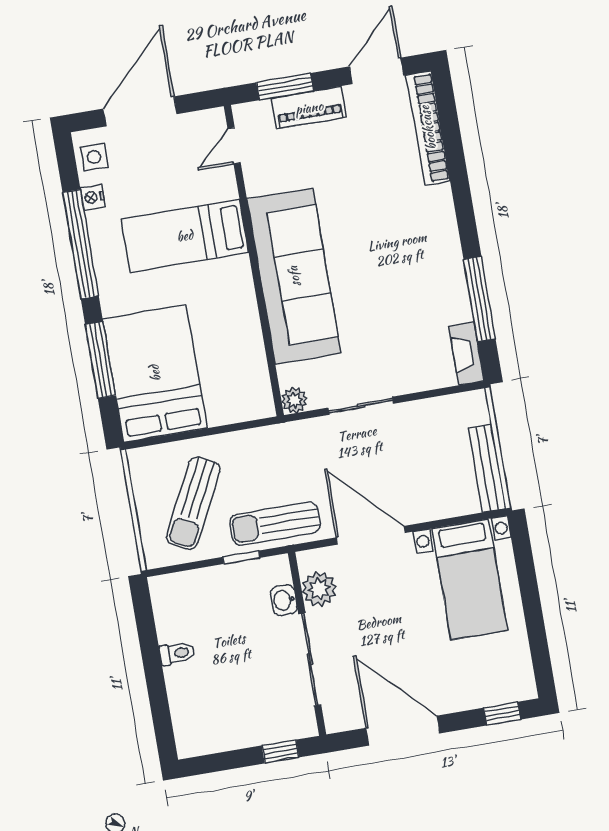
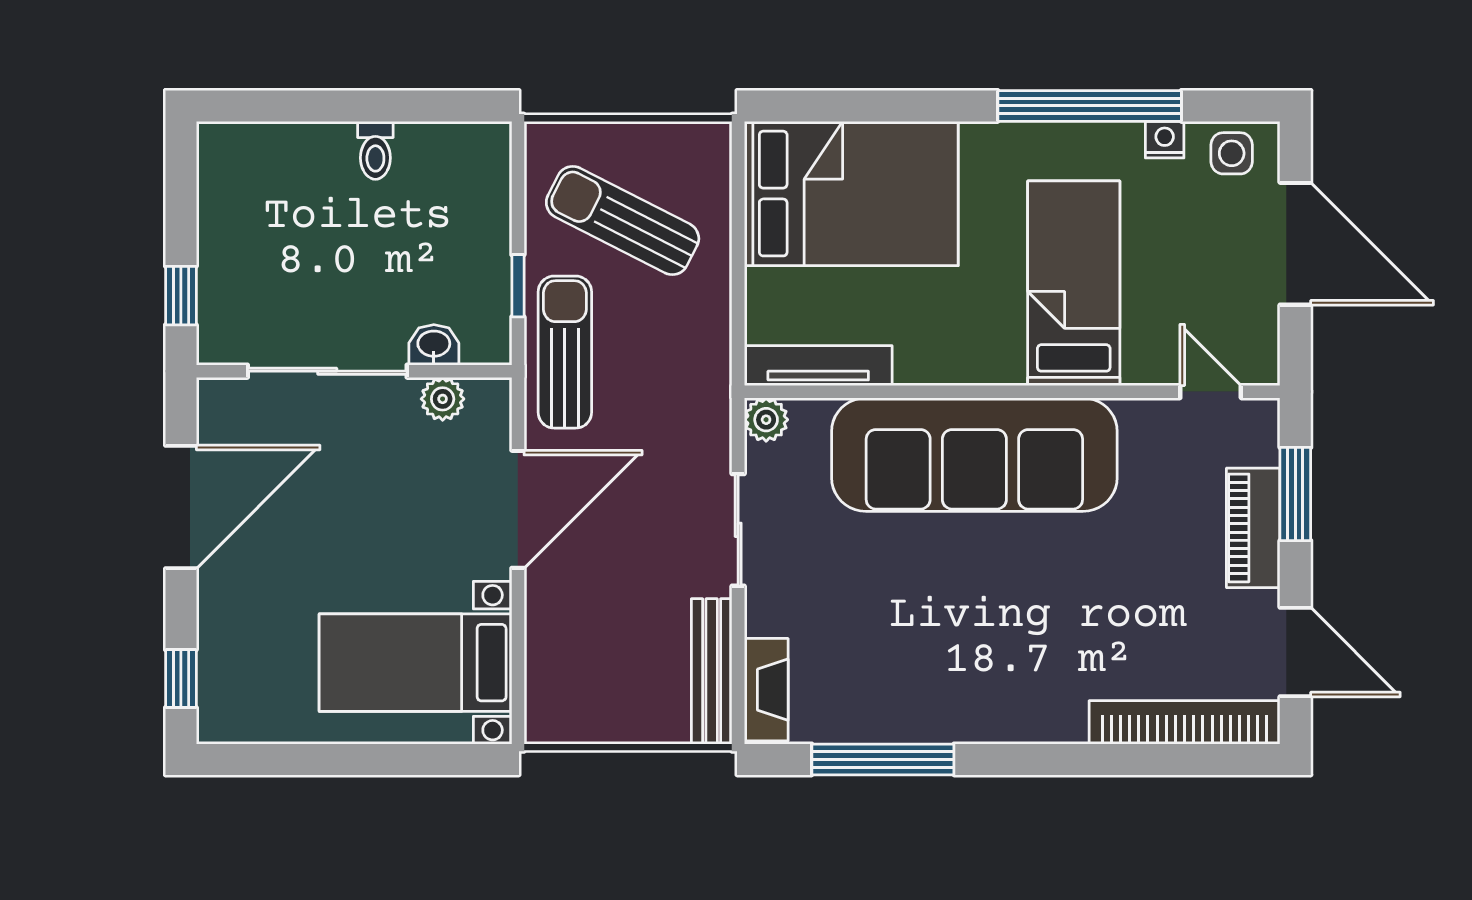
fireplace: (467, 353) -> (766, 690), moved, turned 90
window: (100, 360) -> (890, 106), removed
tv unit: (258, 376) -> (818, 366), added
bench: (487, 468) -> (712, 671), moved, turned 90
plant: (319, 589) -> (443, 399), width x0.73, depth x0.73

